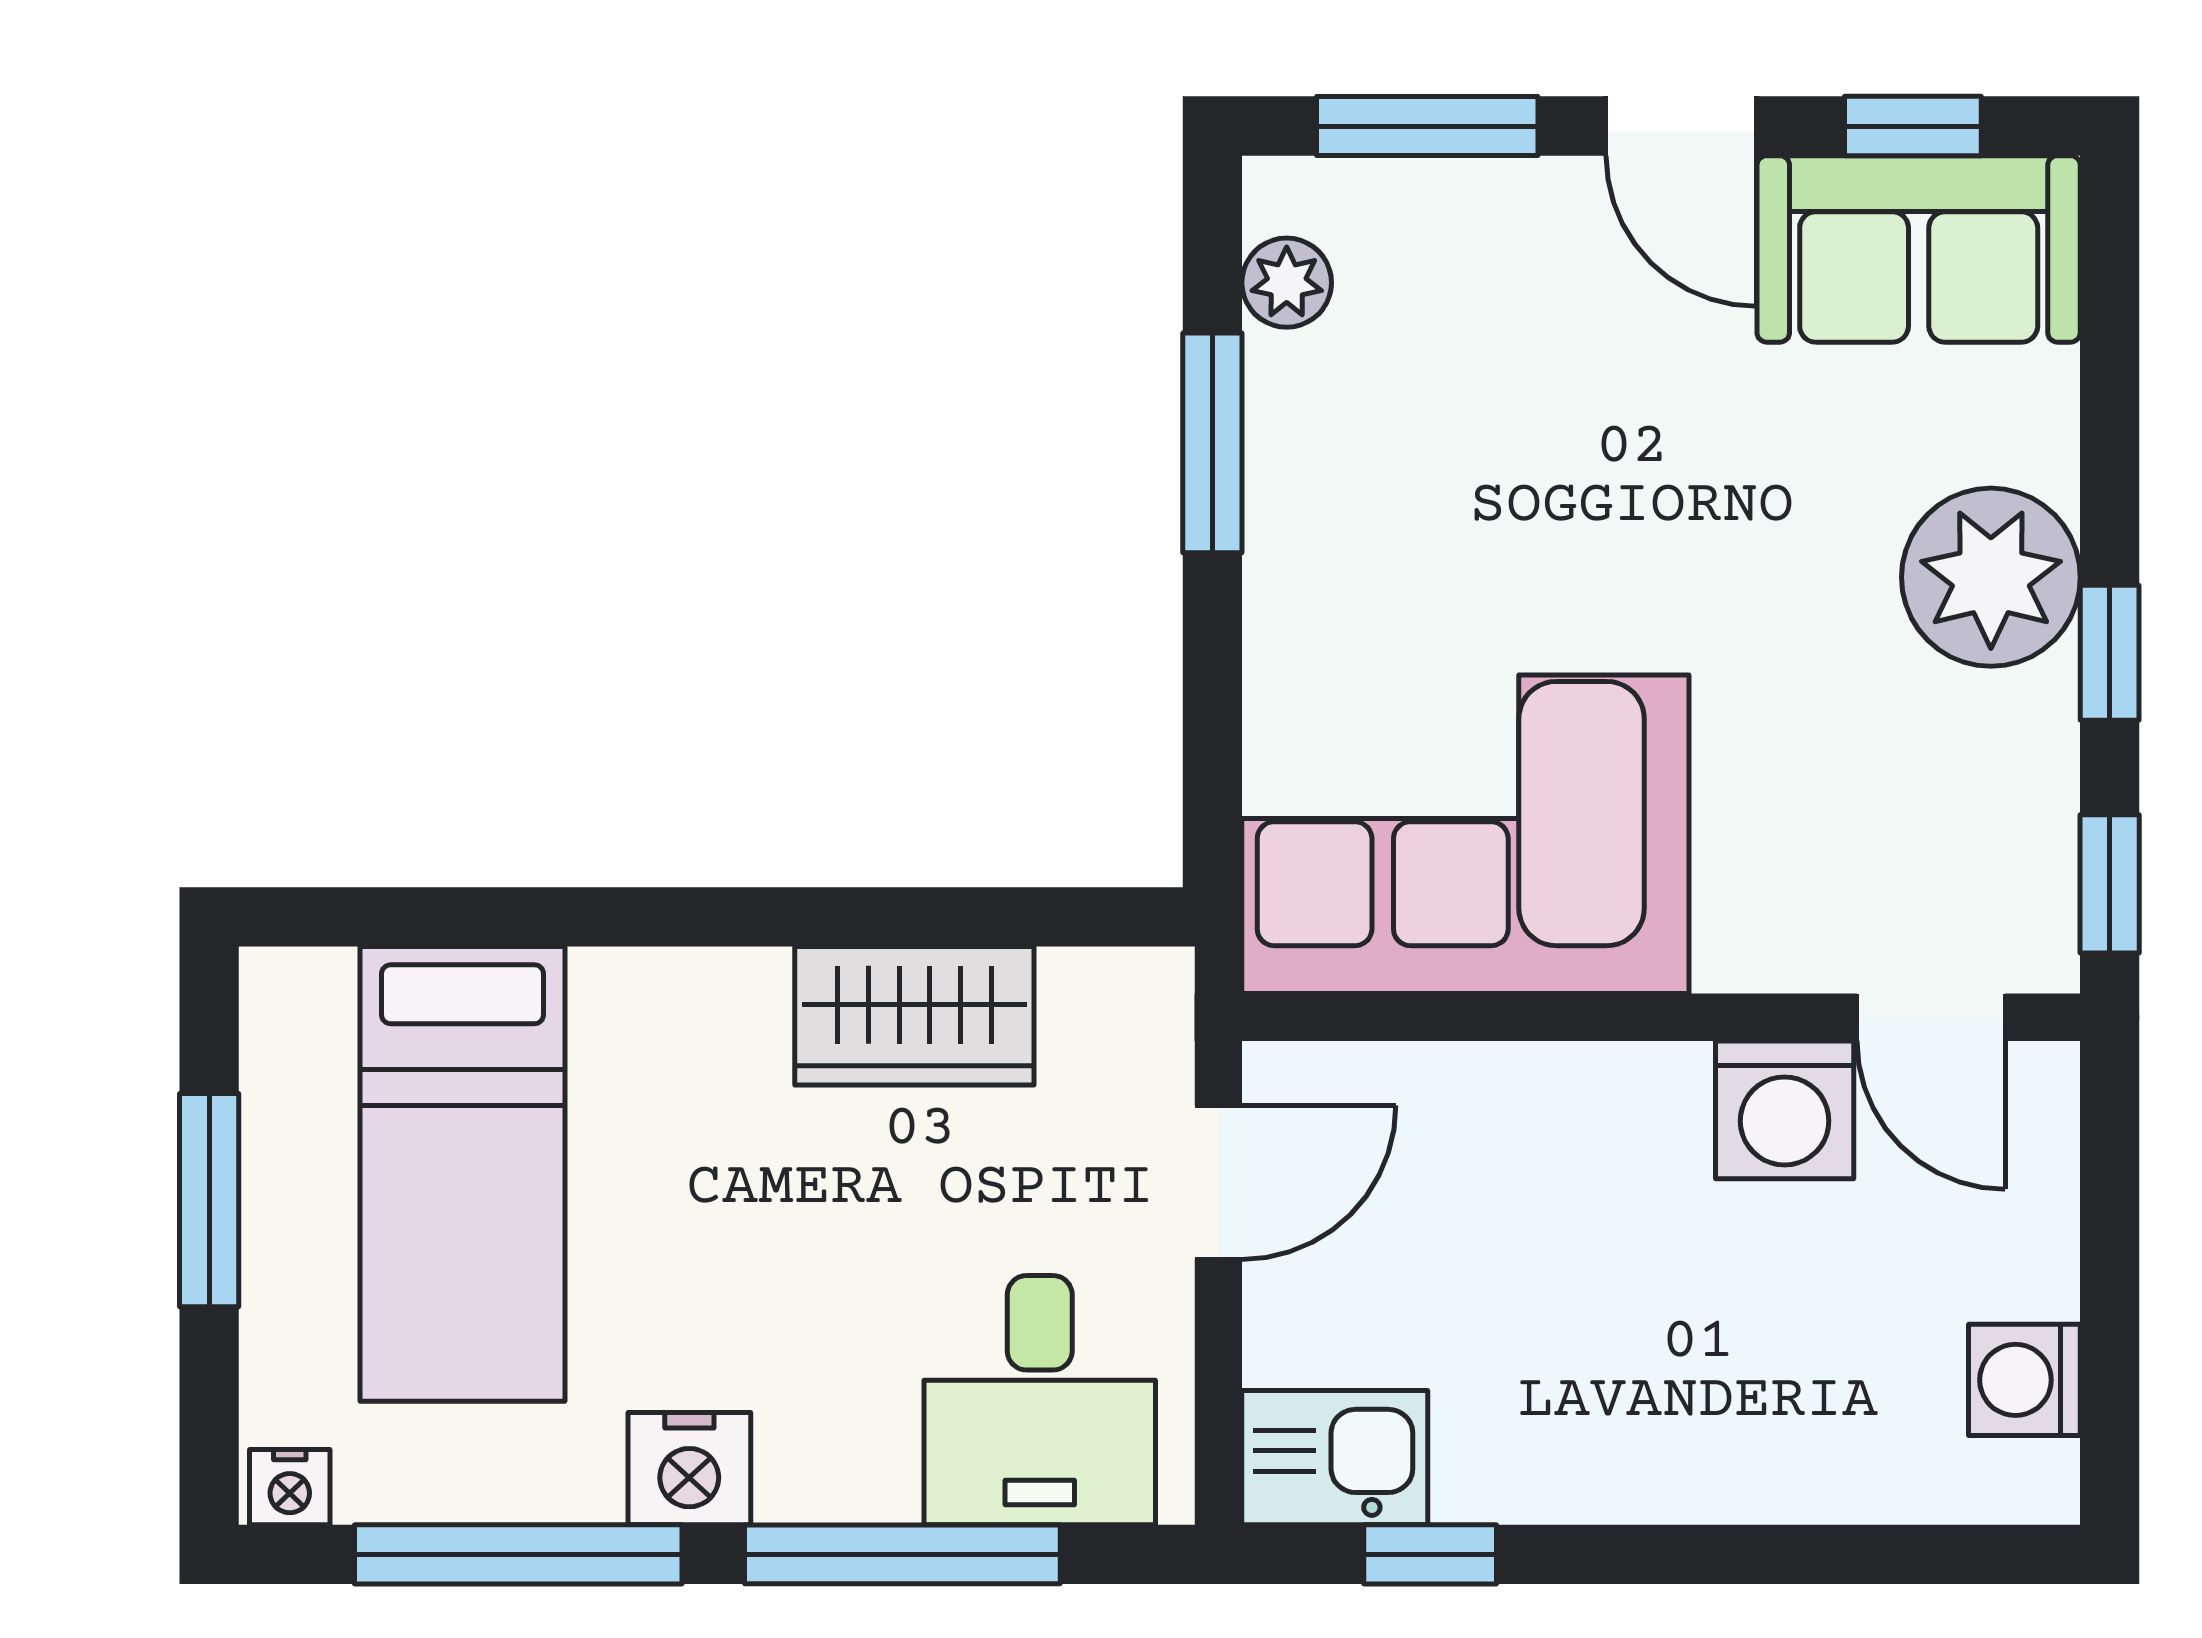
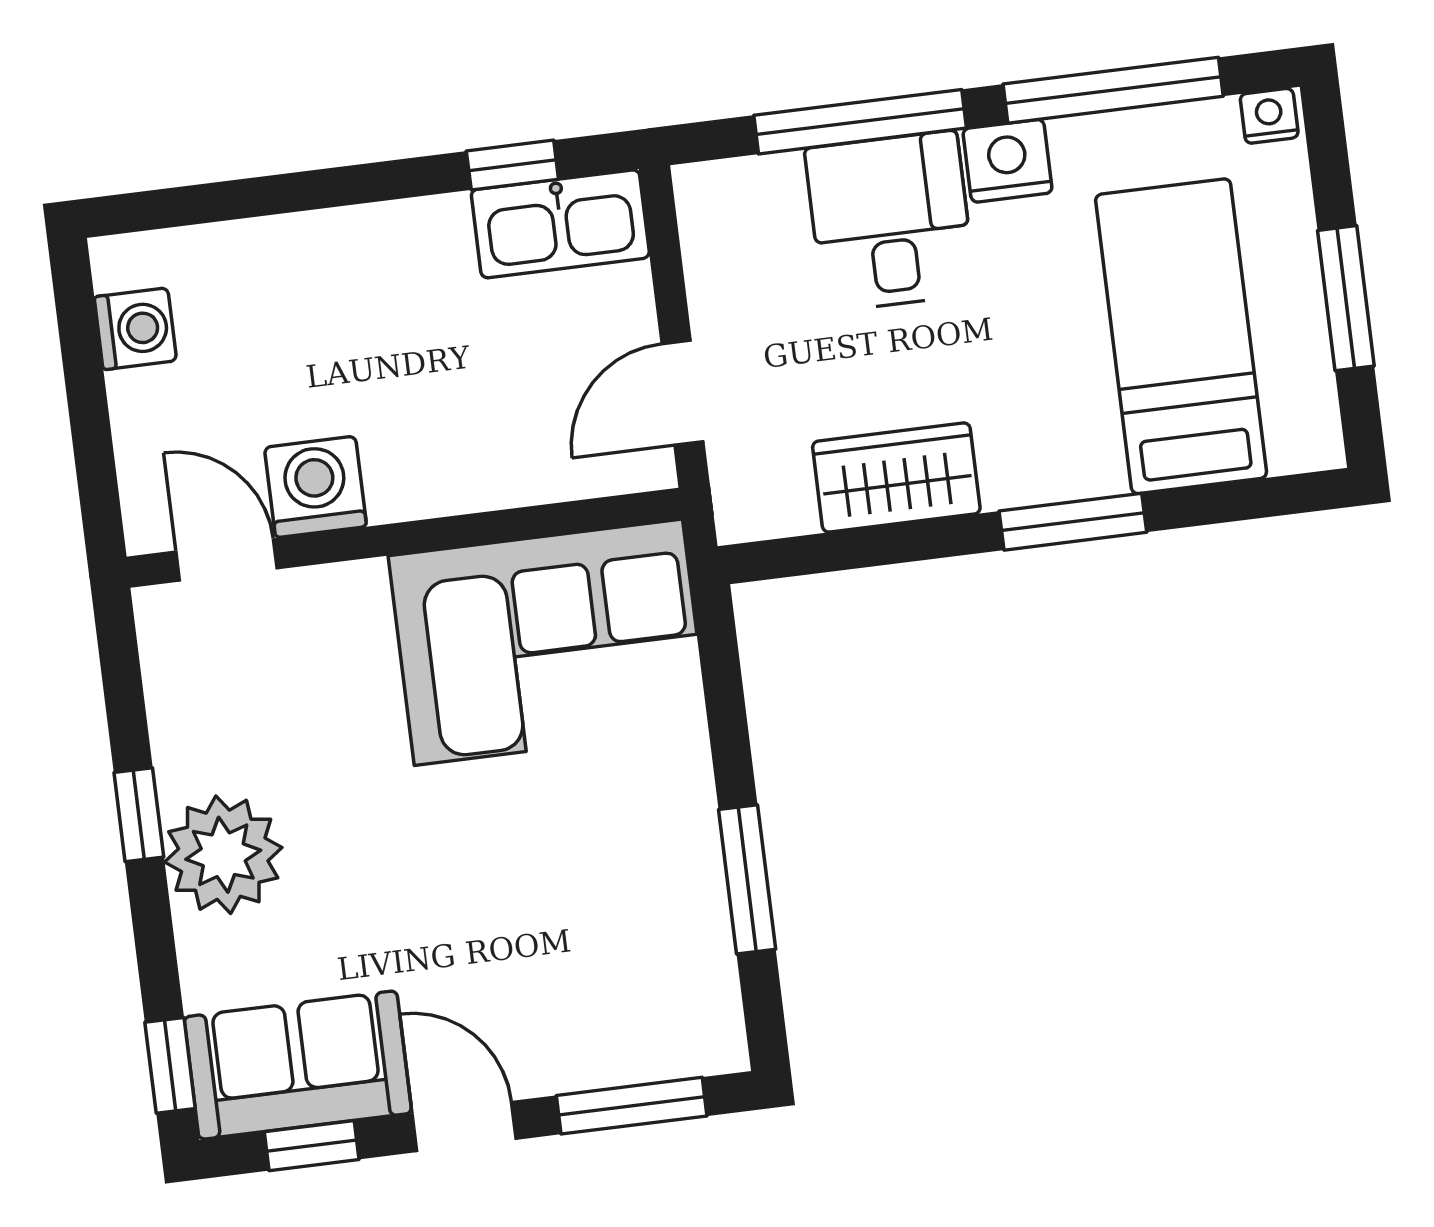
plant: (1287, 283) -> (711, 991), removed
window: (2110, 884) -> (170, 1065), moved
window: (659, 917) -> (1073, 522), added
desk: (1040, 1400) -> (890, 221), moved
kitchen sink: (1335, 1458) -> (560, 224), width x1.38

